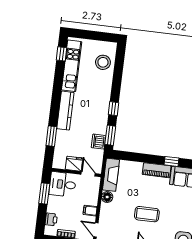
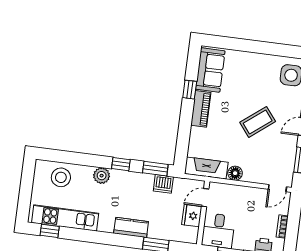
plant: (105, 94) -> (102, 176), added
kitchen counter: (65, 111) -> (131, 228), width x0.67
filing cabinet: (90, 211) -> (253, 195), removed
coffee table: (147, 214) -> (258, 122), turned 52

